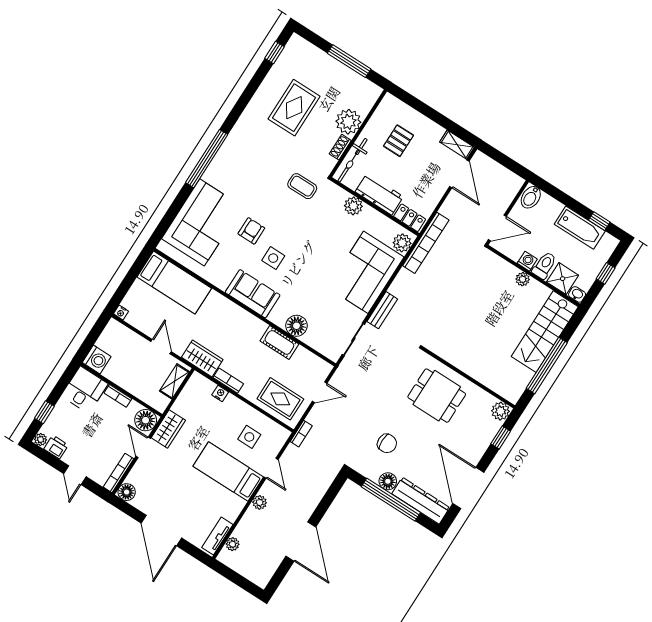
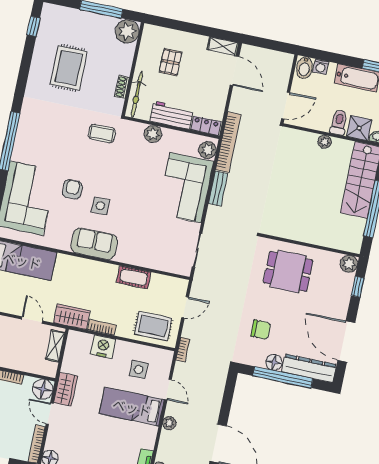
plant: (348, 122) -> (127, 31), moved
washing machine: (527, 261) -> (321, 67), moved, turned 180
bench: (382, 310) -> (218, 189), moved
floor lamp: (296, 326) -> (143, 257), removed
nightstand: (220, 393) -> (103, 347), width x1.89, depth x1.79

